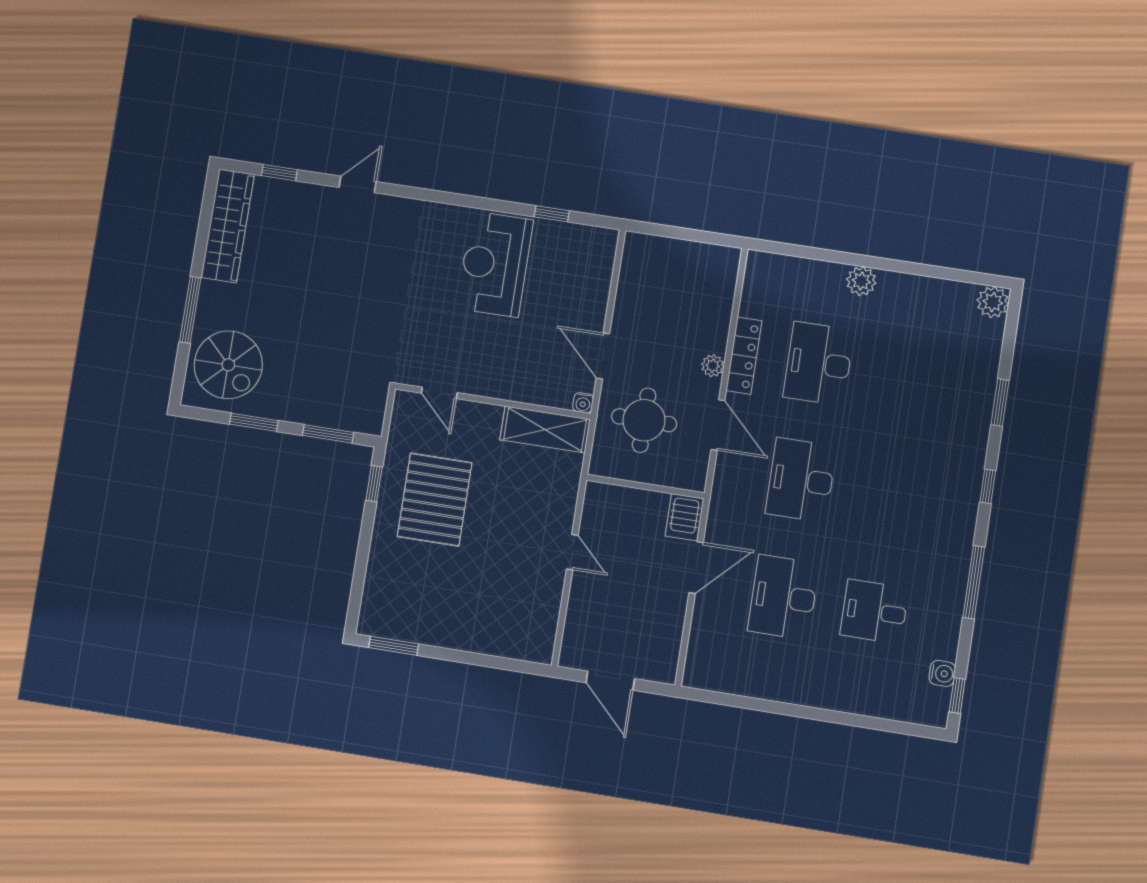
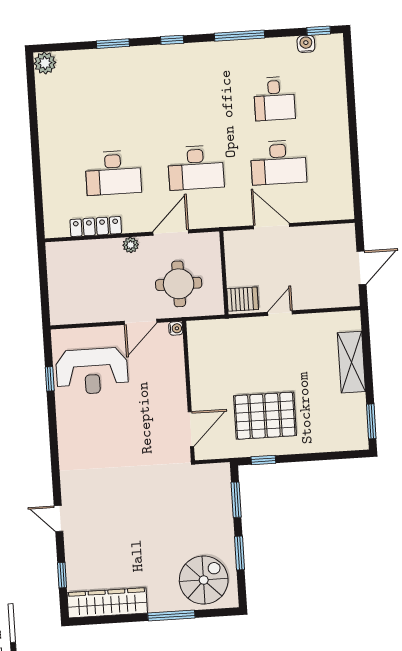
reception desk: (495, 264) -> (92, 371), moved
plant: (861, 281) -> (50, 156), removed
locker: (744, 356) -> (96, 227), moved
door: (439, 393) -> (191, 429), width x1.38
shelving: (545, 430) -> (351, 362), moved
server rack: (685, 517) -> (243, 299), moved

